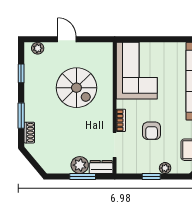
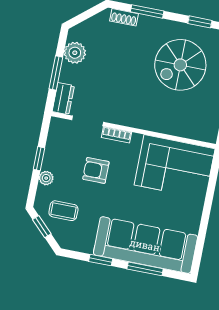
spiral stairs: (76, 88) -> (180, 65), moved
plant: (80, 165) -> (75, 53), moved

